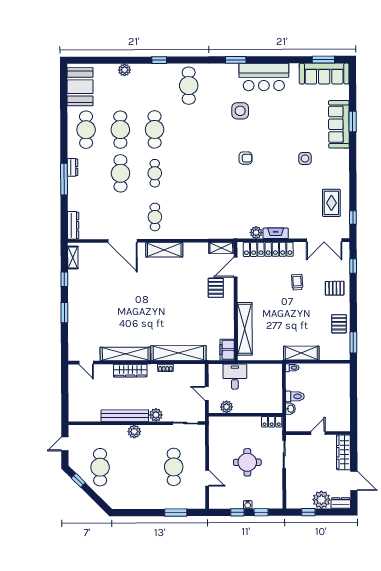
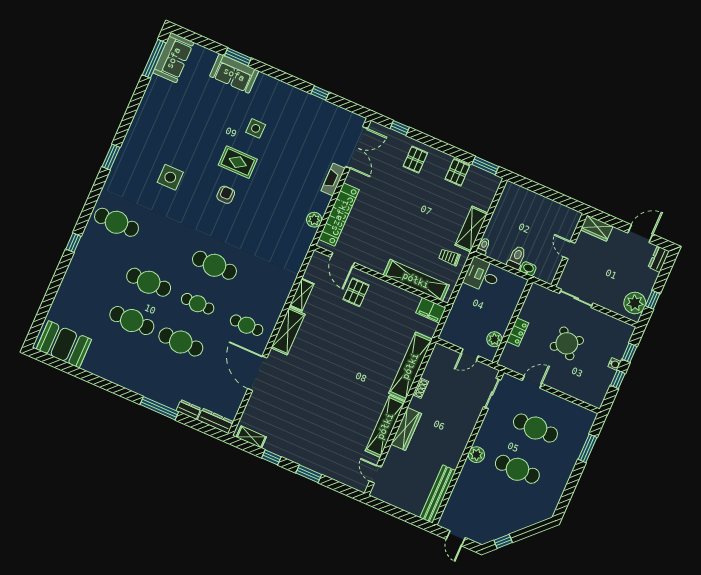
window: (323, 60) -> (154, 59), width x1.44
plant: (125, 70) -> (67, 286), removed
sofa: (324, 74) -> (173, 58), width x0.73
bar counter: (264, 77) -> (144, 134), removed
sofa: (339, 124) -> (234, 74), width x0.73
cafe table: (86, 130) -> (214, 265), moved
dresser: (73, 167) -> (189, 410), moved
rug: (331, 203) -> (238, 162), moved
window: (353, 217) -> (320, 93), moved
fireplace: (276, 233) -> (333, 179), moved
door: (122, 241) -> (257, 373), swing flipped
shelving: (221, 248) -> (302, 295), moved
trolley: (297, 282) -> (449, 257), moved
pallet: (216, 288) -> (356, 292), turned 90
pallet: (339, 324) -> (457, 172), turned 90
door: (86, 363) -> (375, 474), swing flipped
desk: (235, 377) -> (482, 275), moved
plant: (156, 415) -> (468, 422), removed
bench: (125, 416) -> (438, 494), moved
locker: (272, 422) -> (518, 332), moved
wardrobe: (343, 452) -> (597, 228), width x0.67
round table: (247, 462) -> (567, 343), turned -37
cafe table: (100, 467) -> (517, 469), moved
door: (207, 478) -> (532, 382), moved
plant: (321, 500) -> (635, 303), moved

